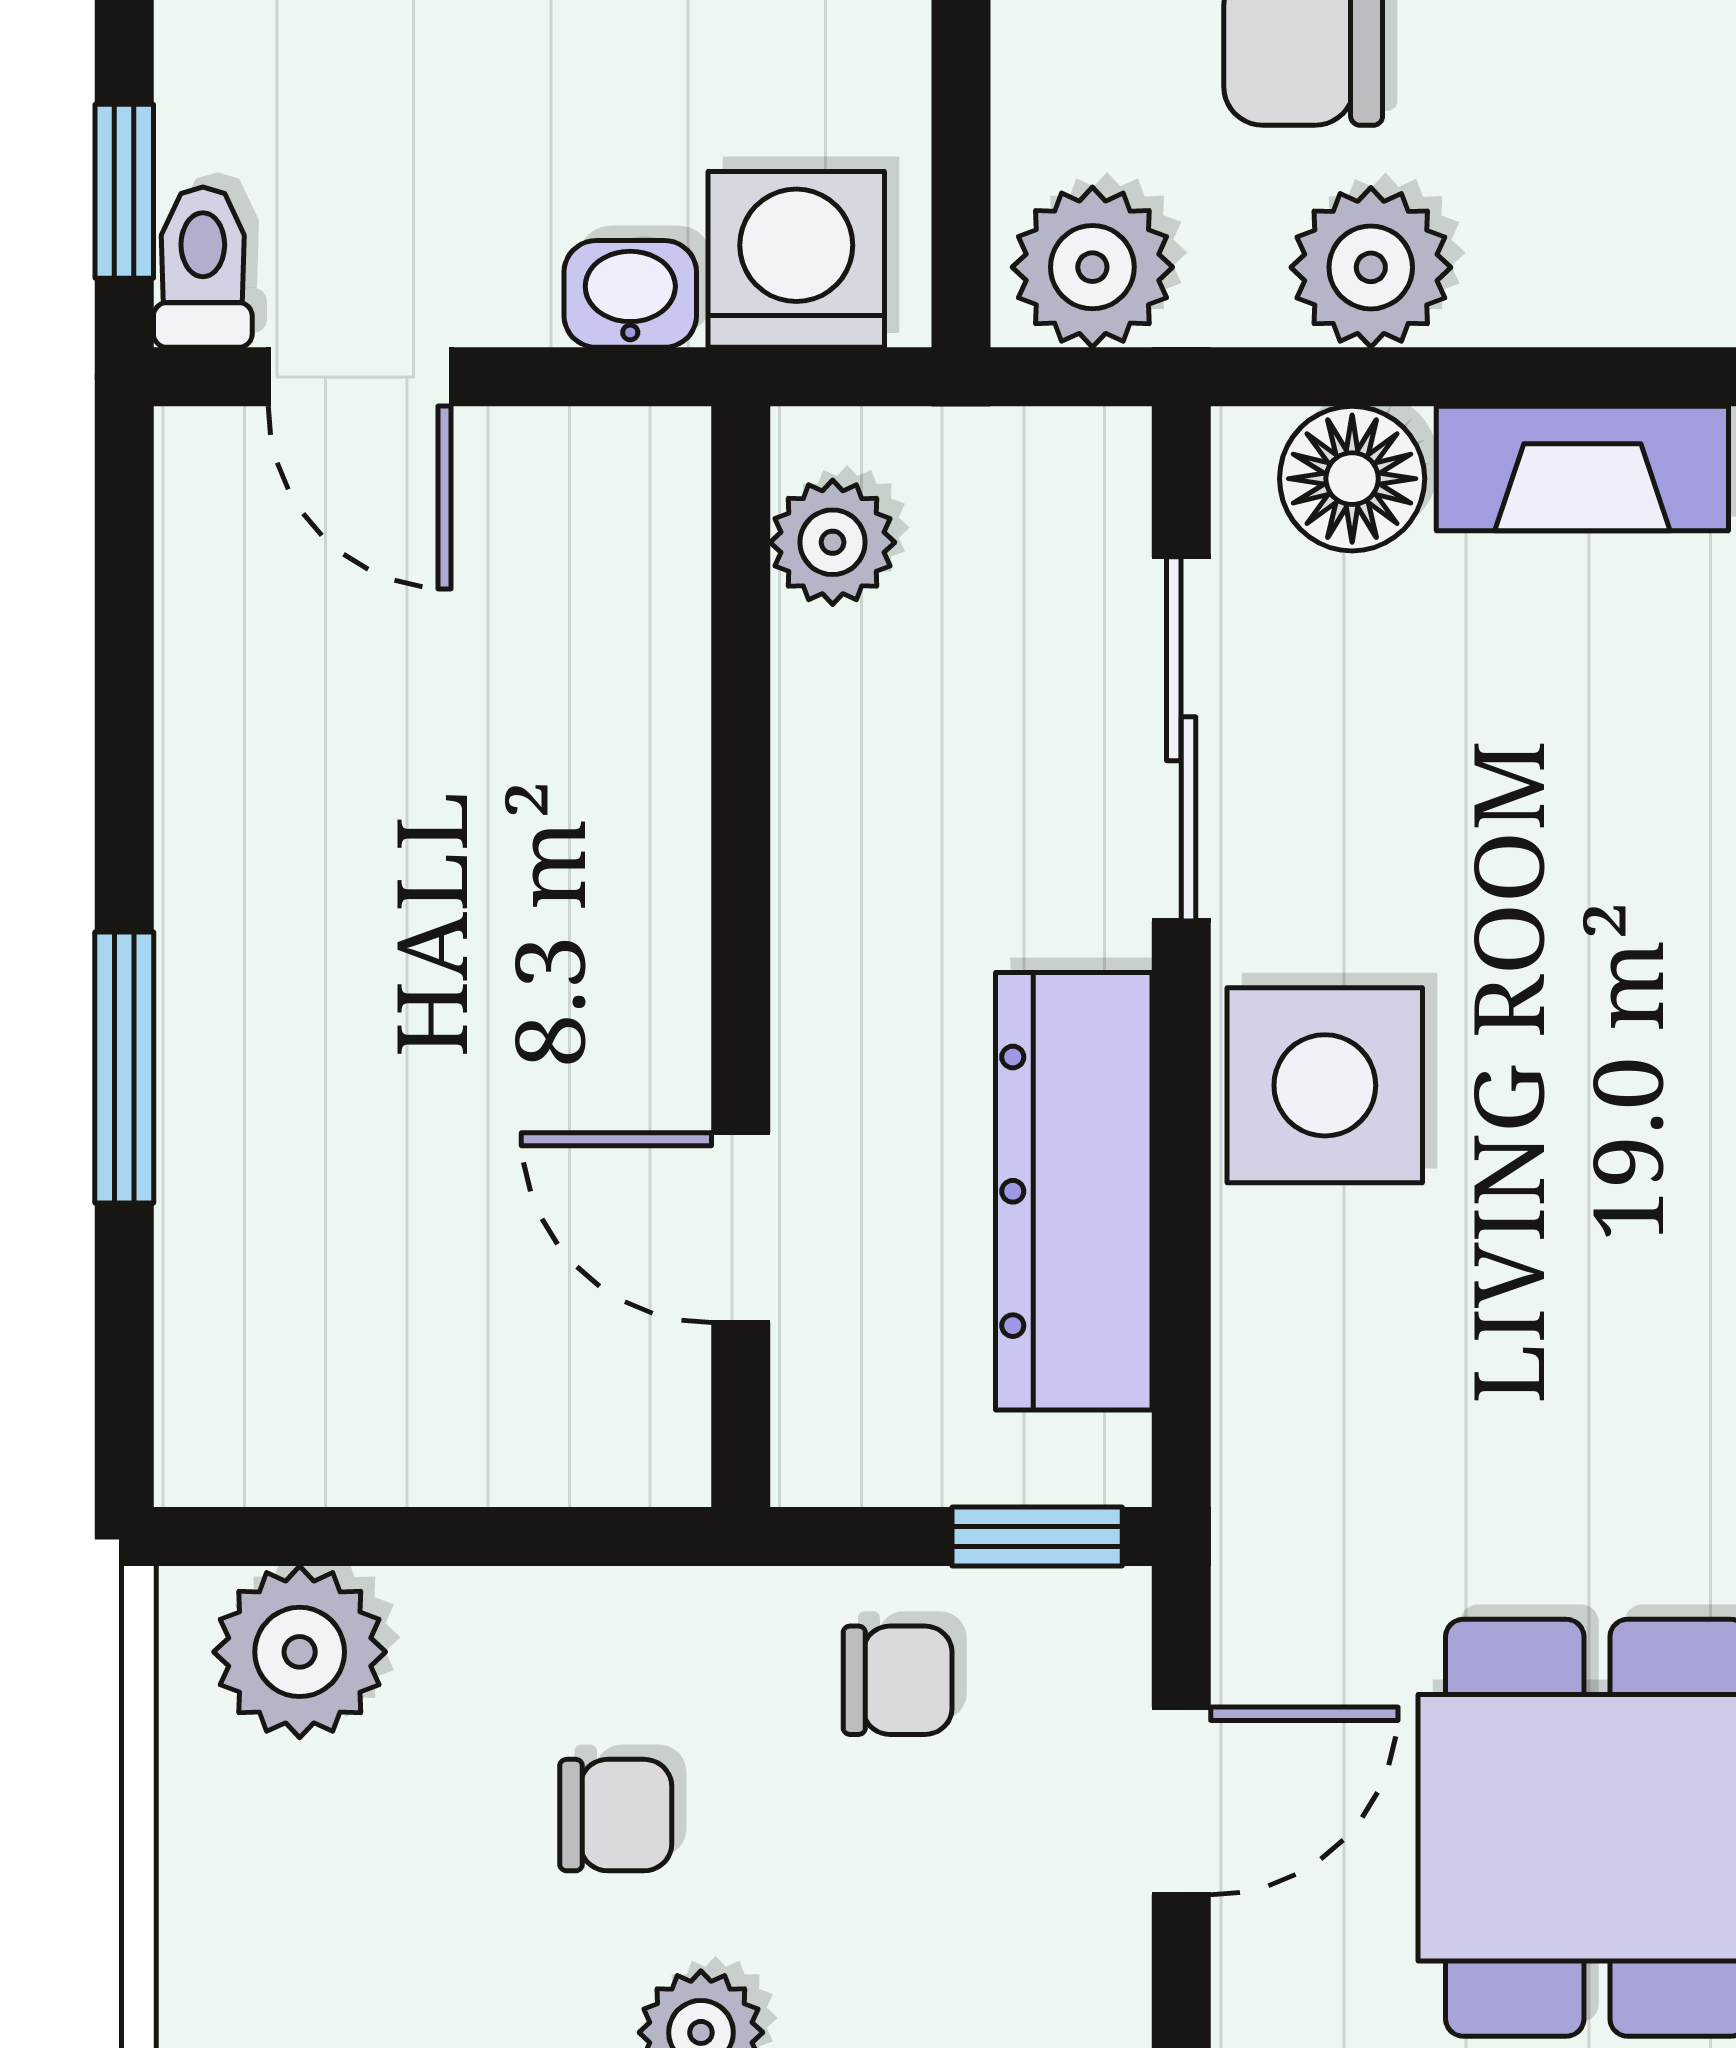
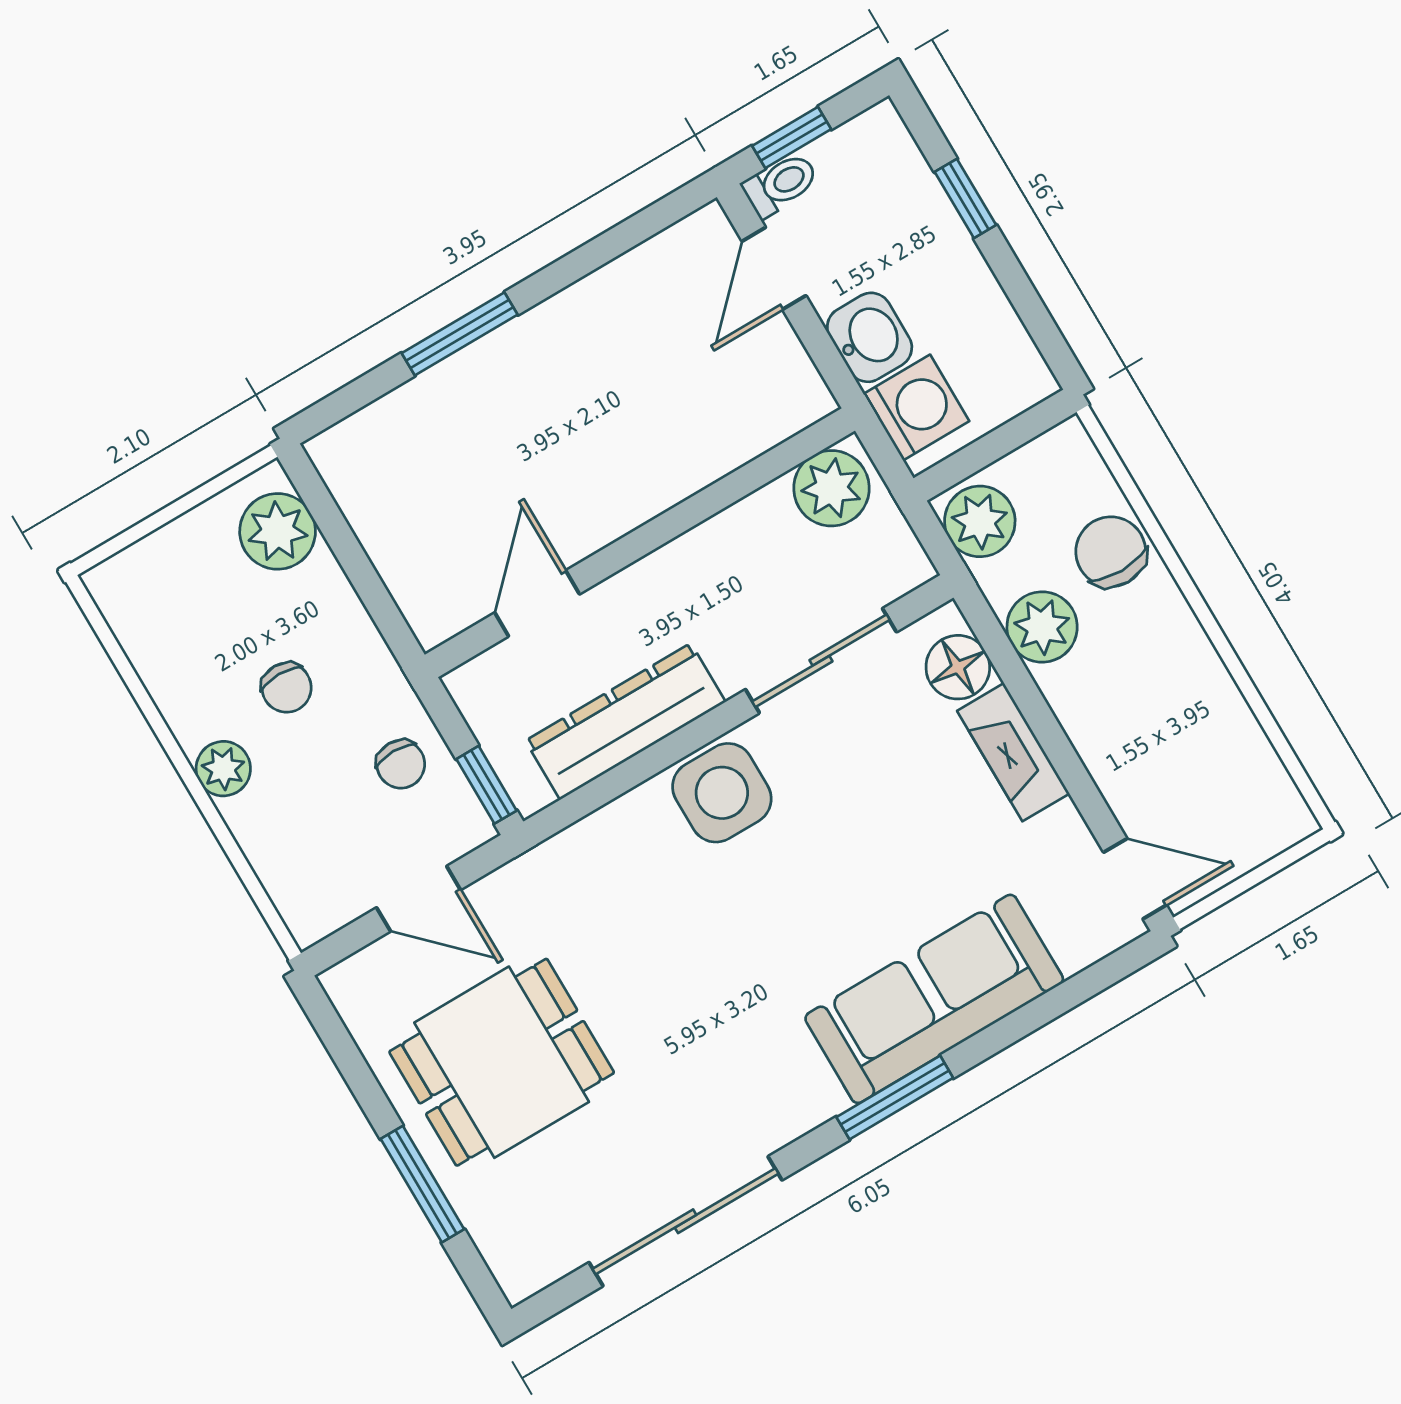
washbasin: (630, 294) -> (870, 337), width x1.38, depth x1.45
plant: (833, 542) -> (831, 488), width x1.38, depth x1.38

